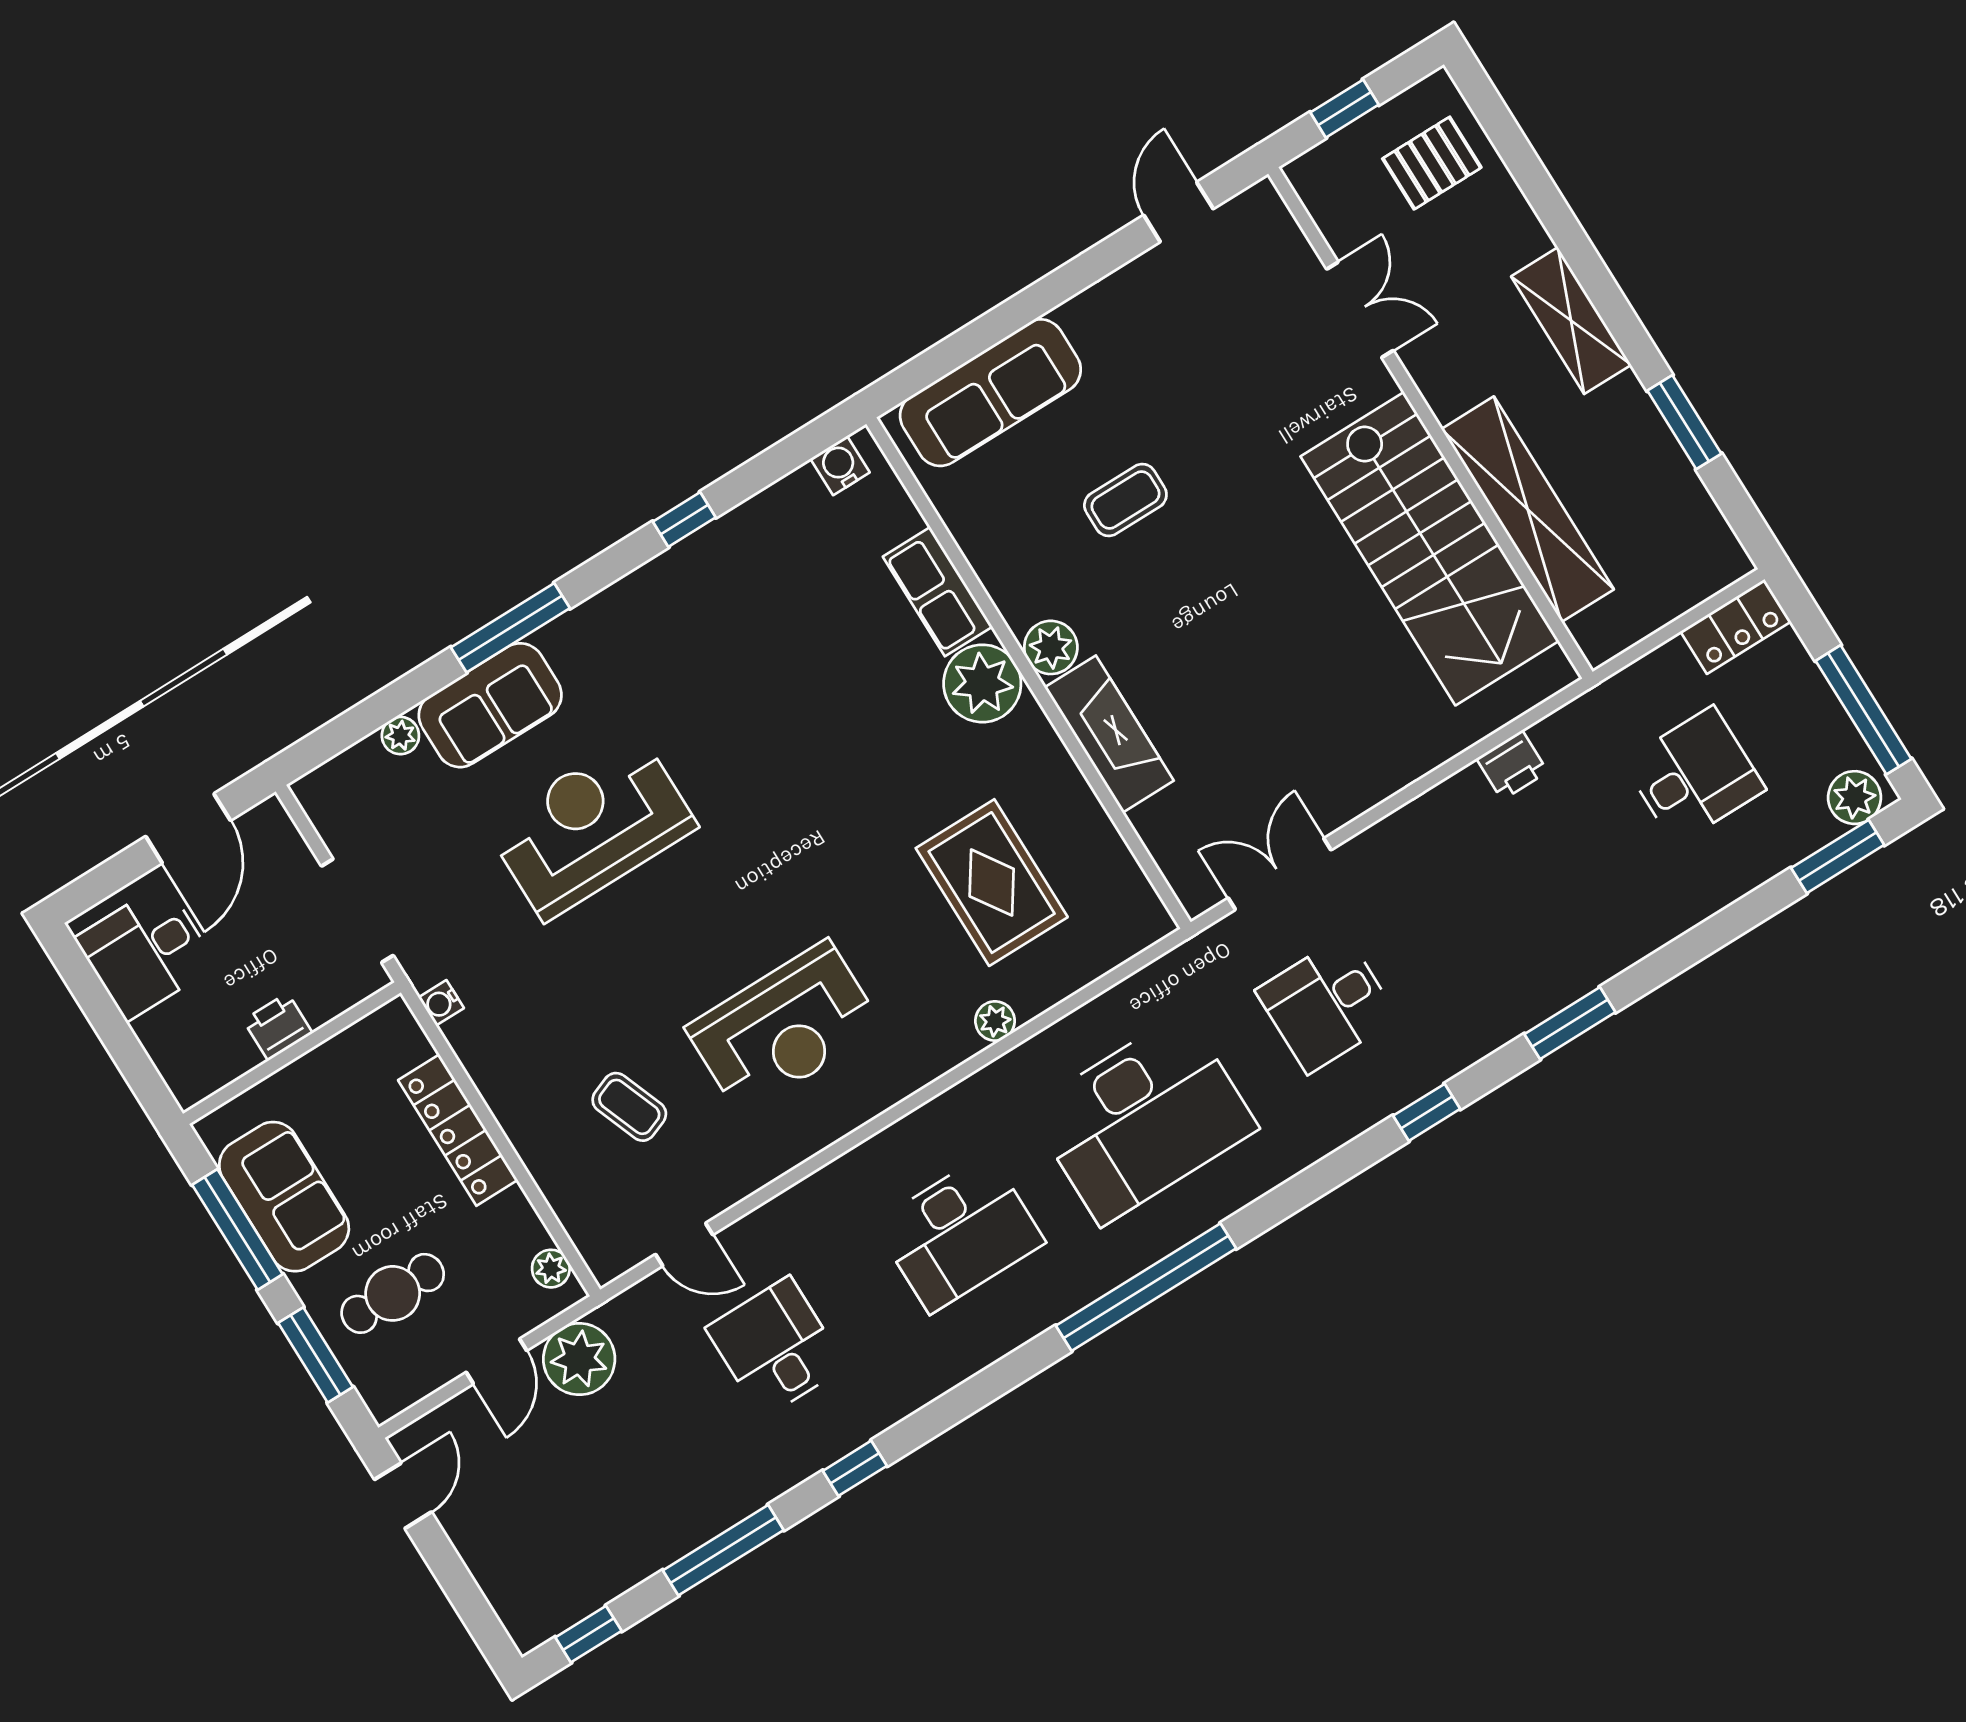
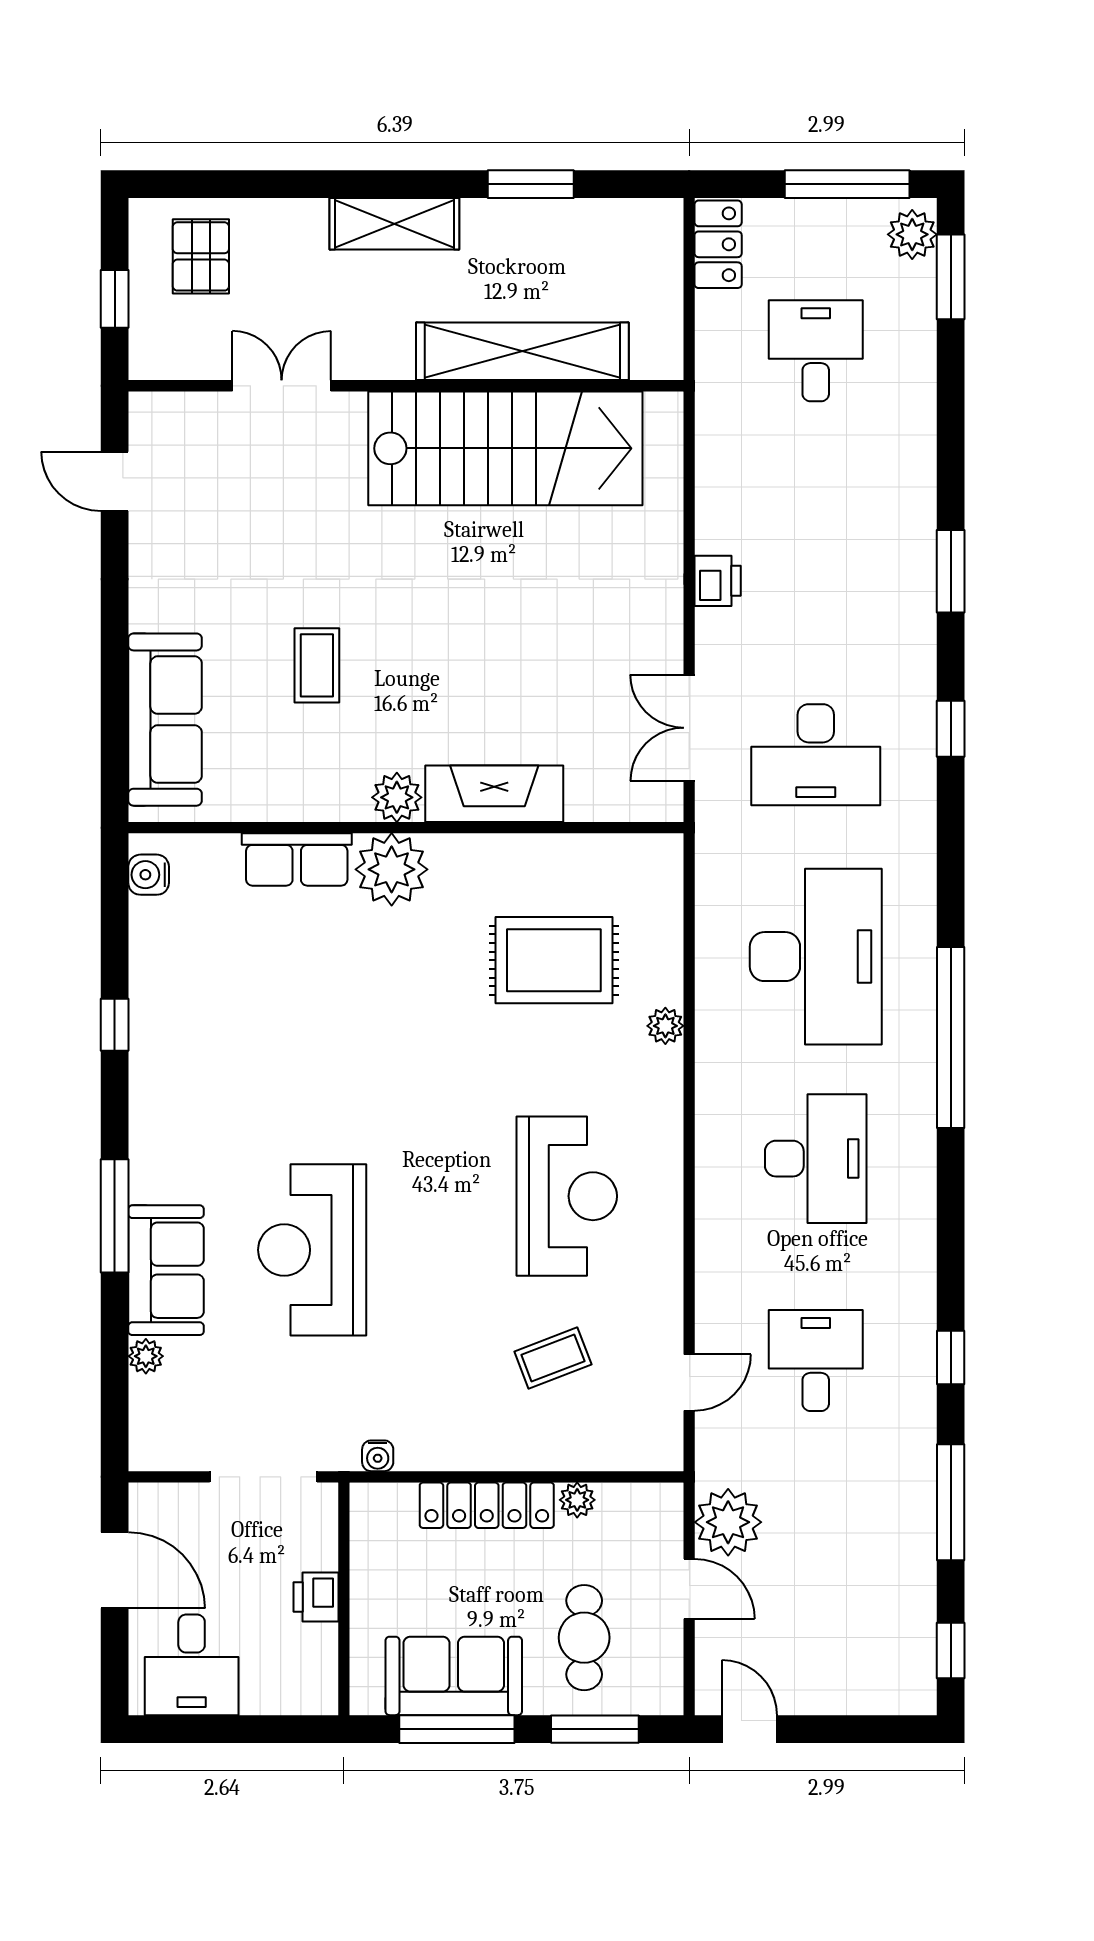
printer: (1512, 765) -> (718, 581), moved
desk: (1327, 1004) -> (816, 755), width x1.37
plant: (551, 1269) -> (577, 1500), moved
desk: (776, 1347) -> (816, 1361), turned 90

